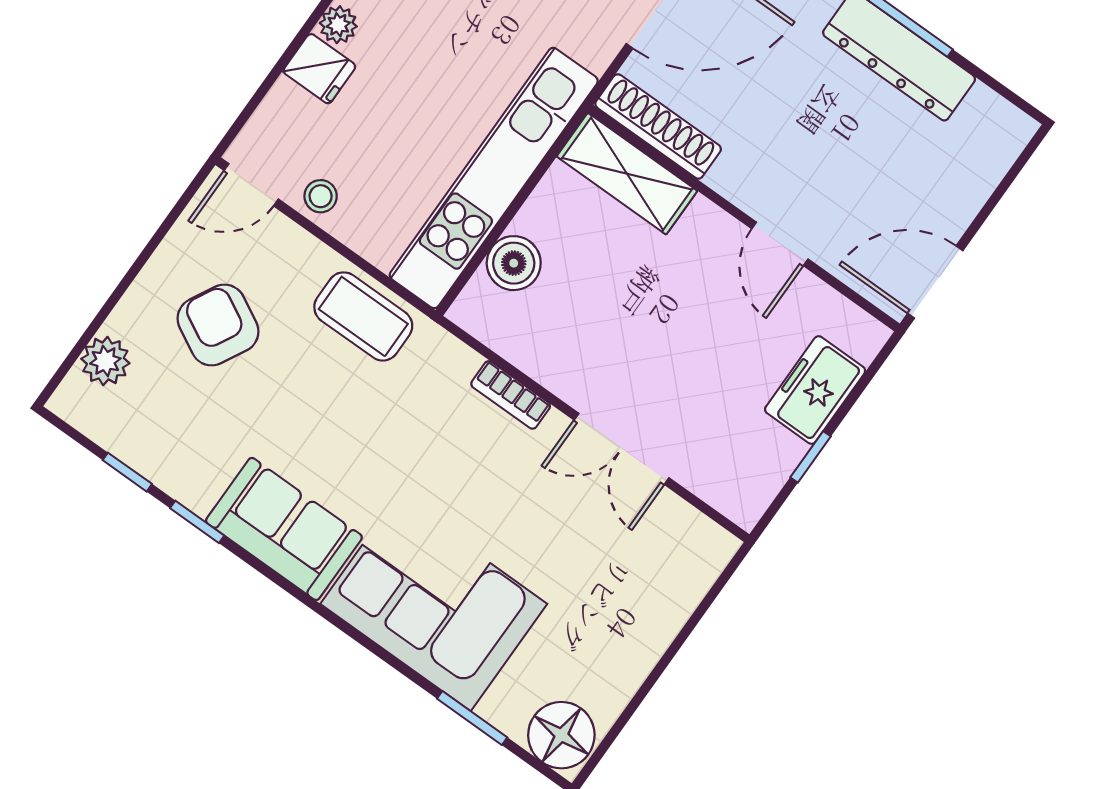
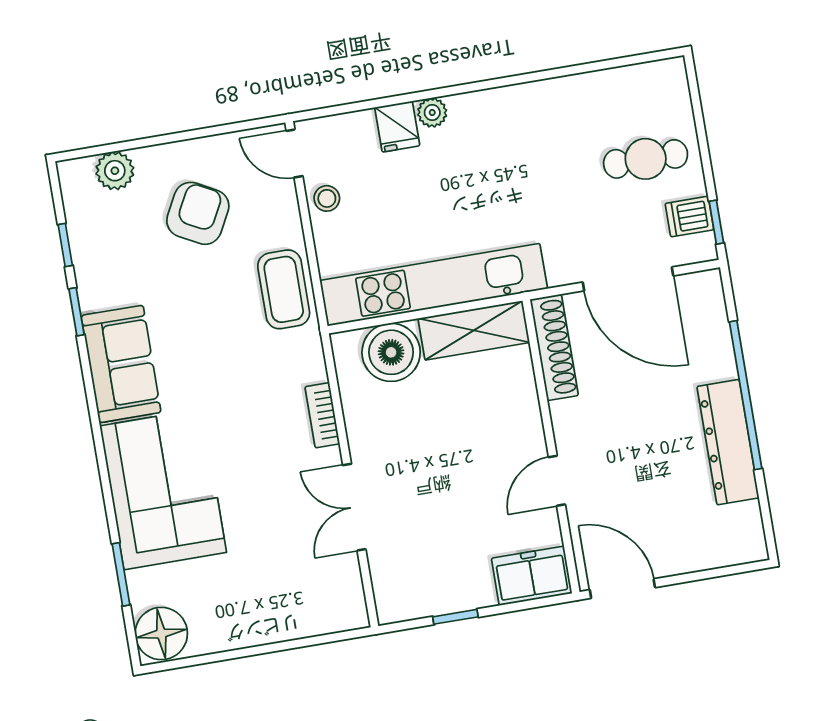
shelving: (627, 174) -> (474, 330), moved, turned 90
boiler: (514, 263) -> (391, 352), width x1.37, depth x1.37
freezer: (815, 390) -> (532, 576), moved

